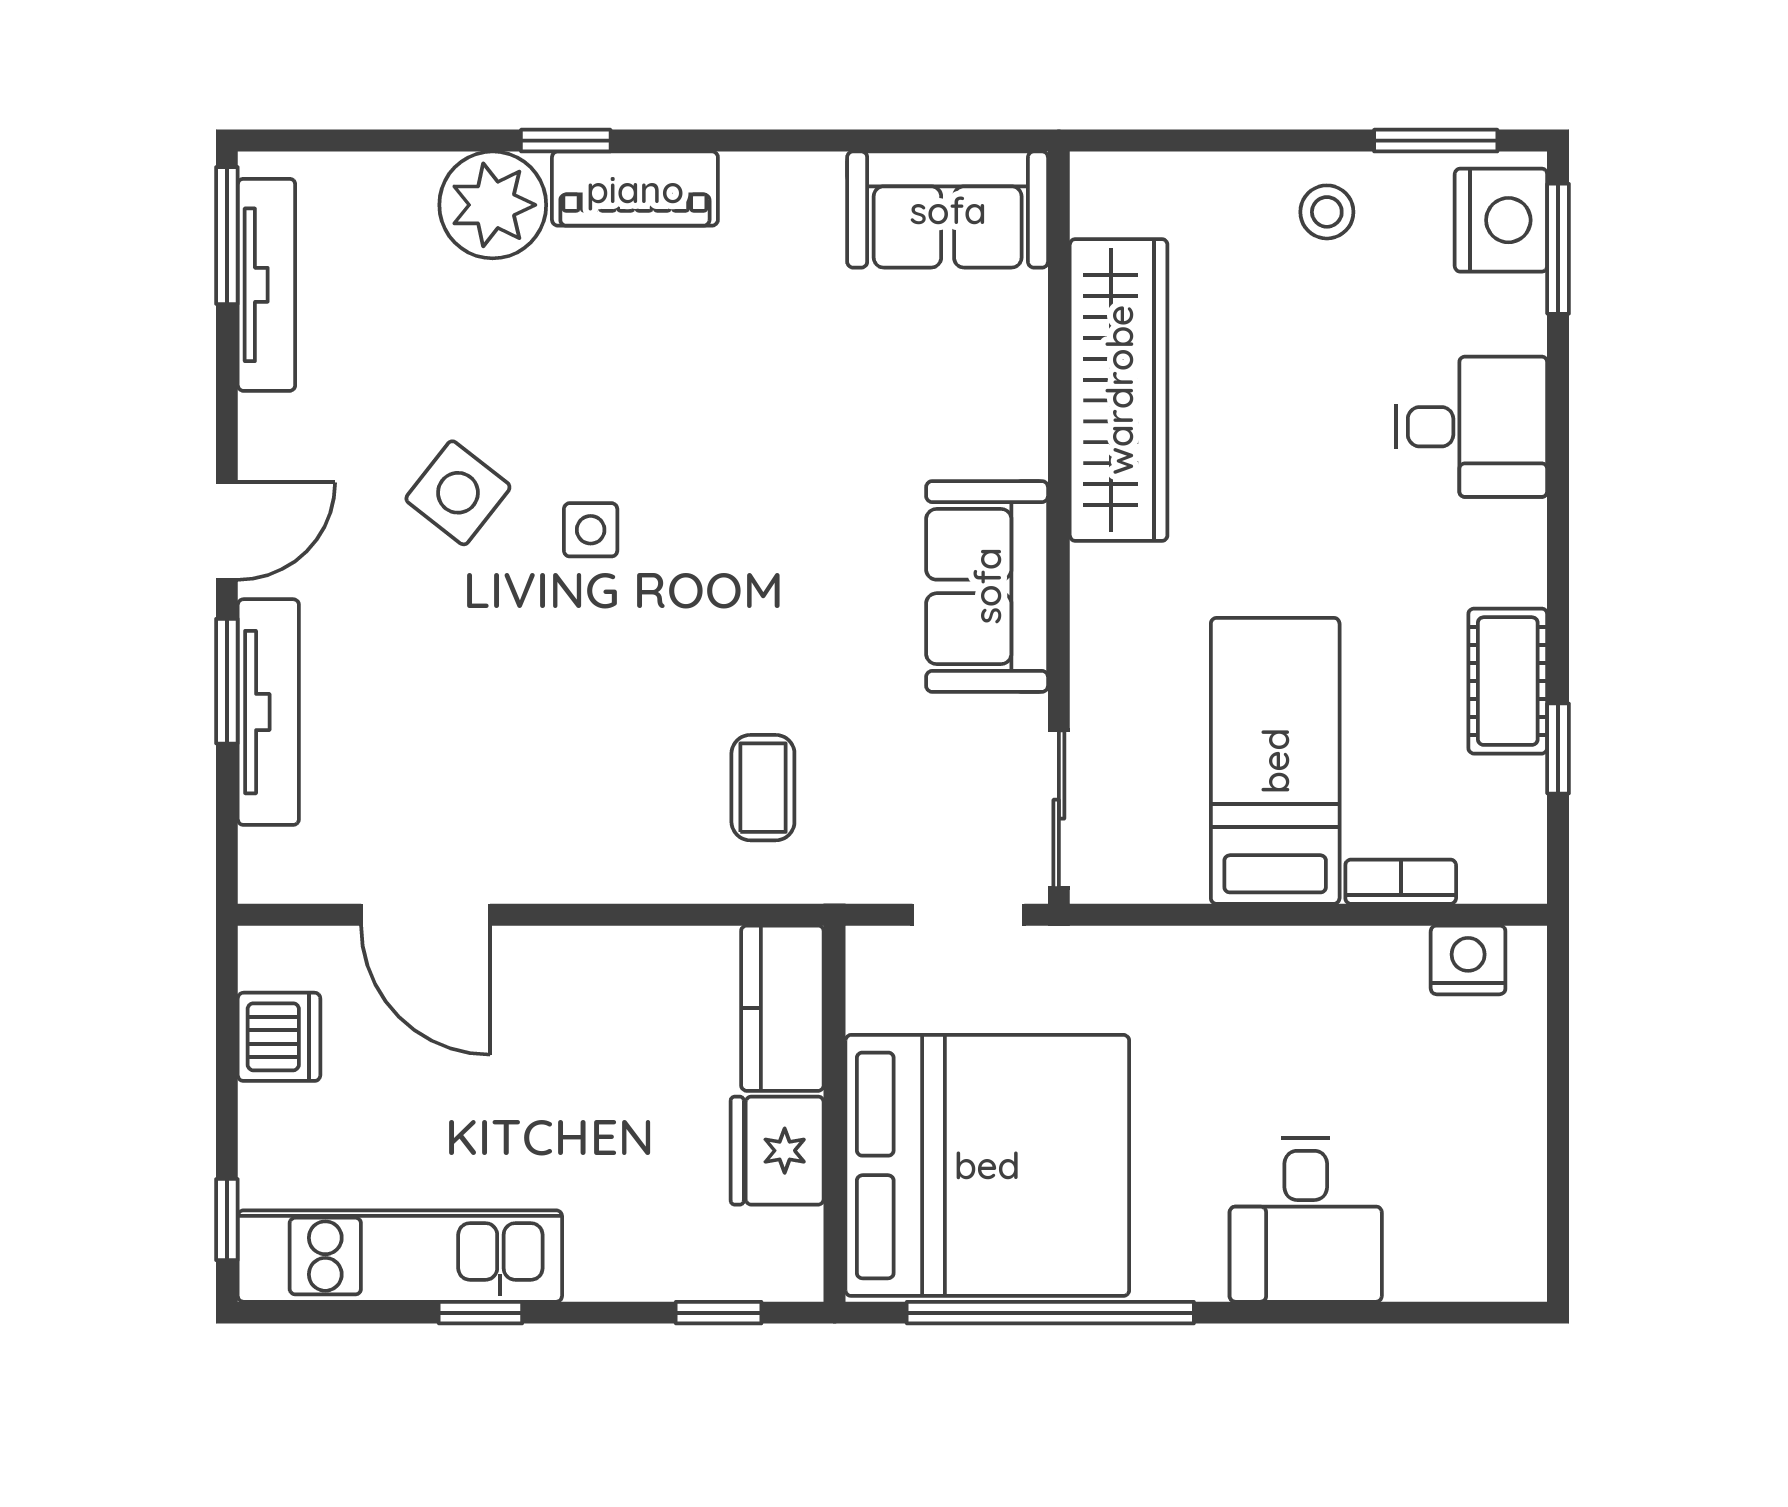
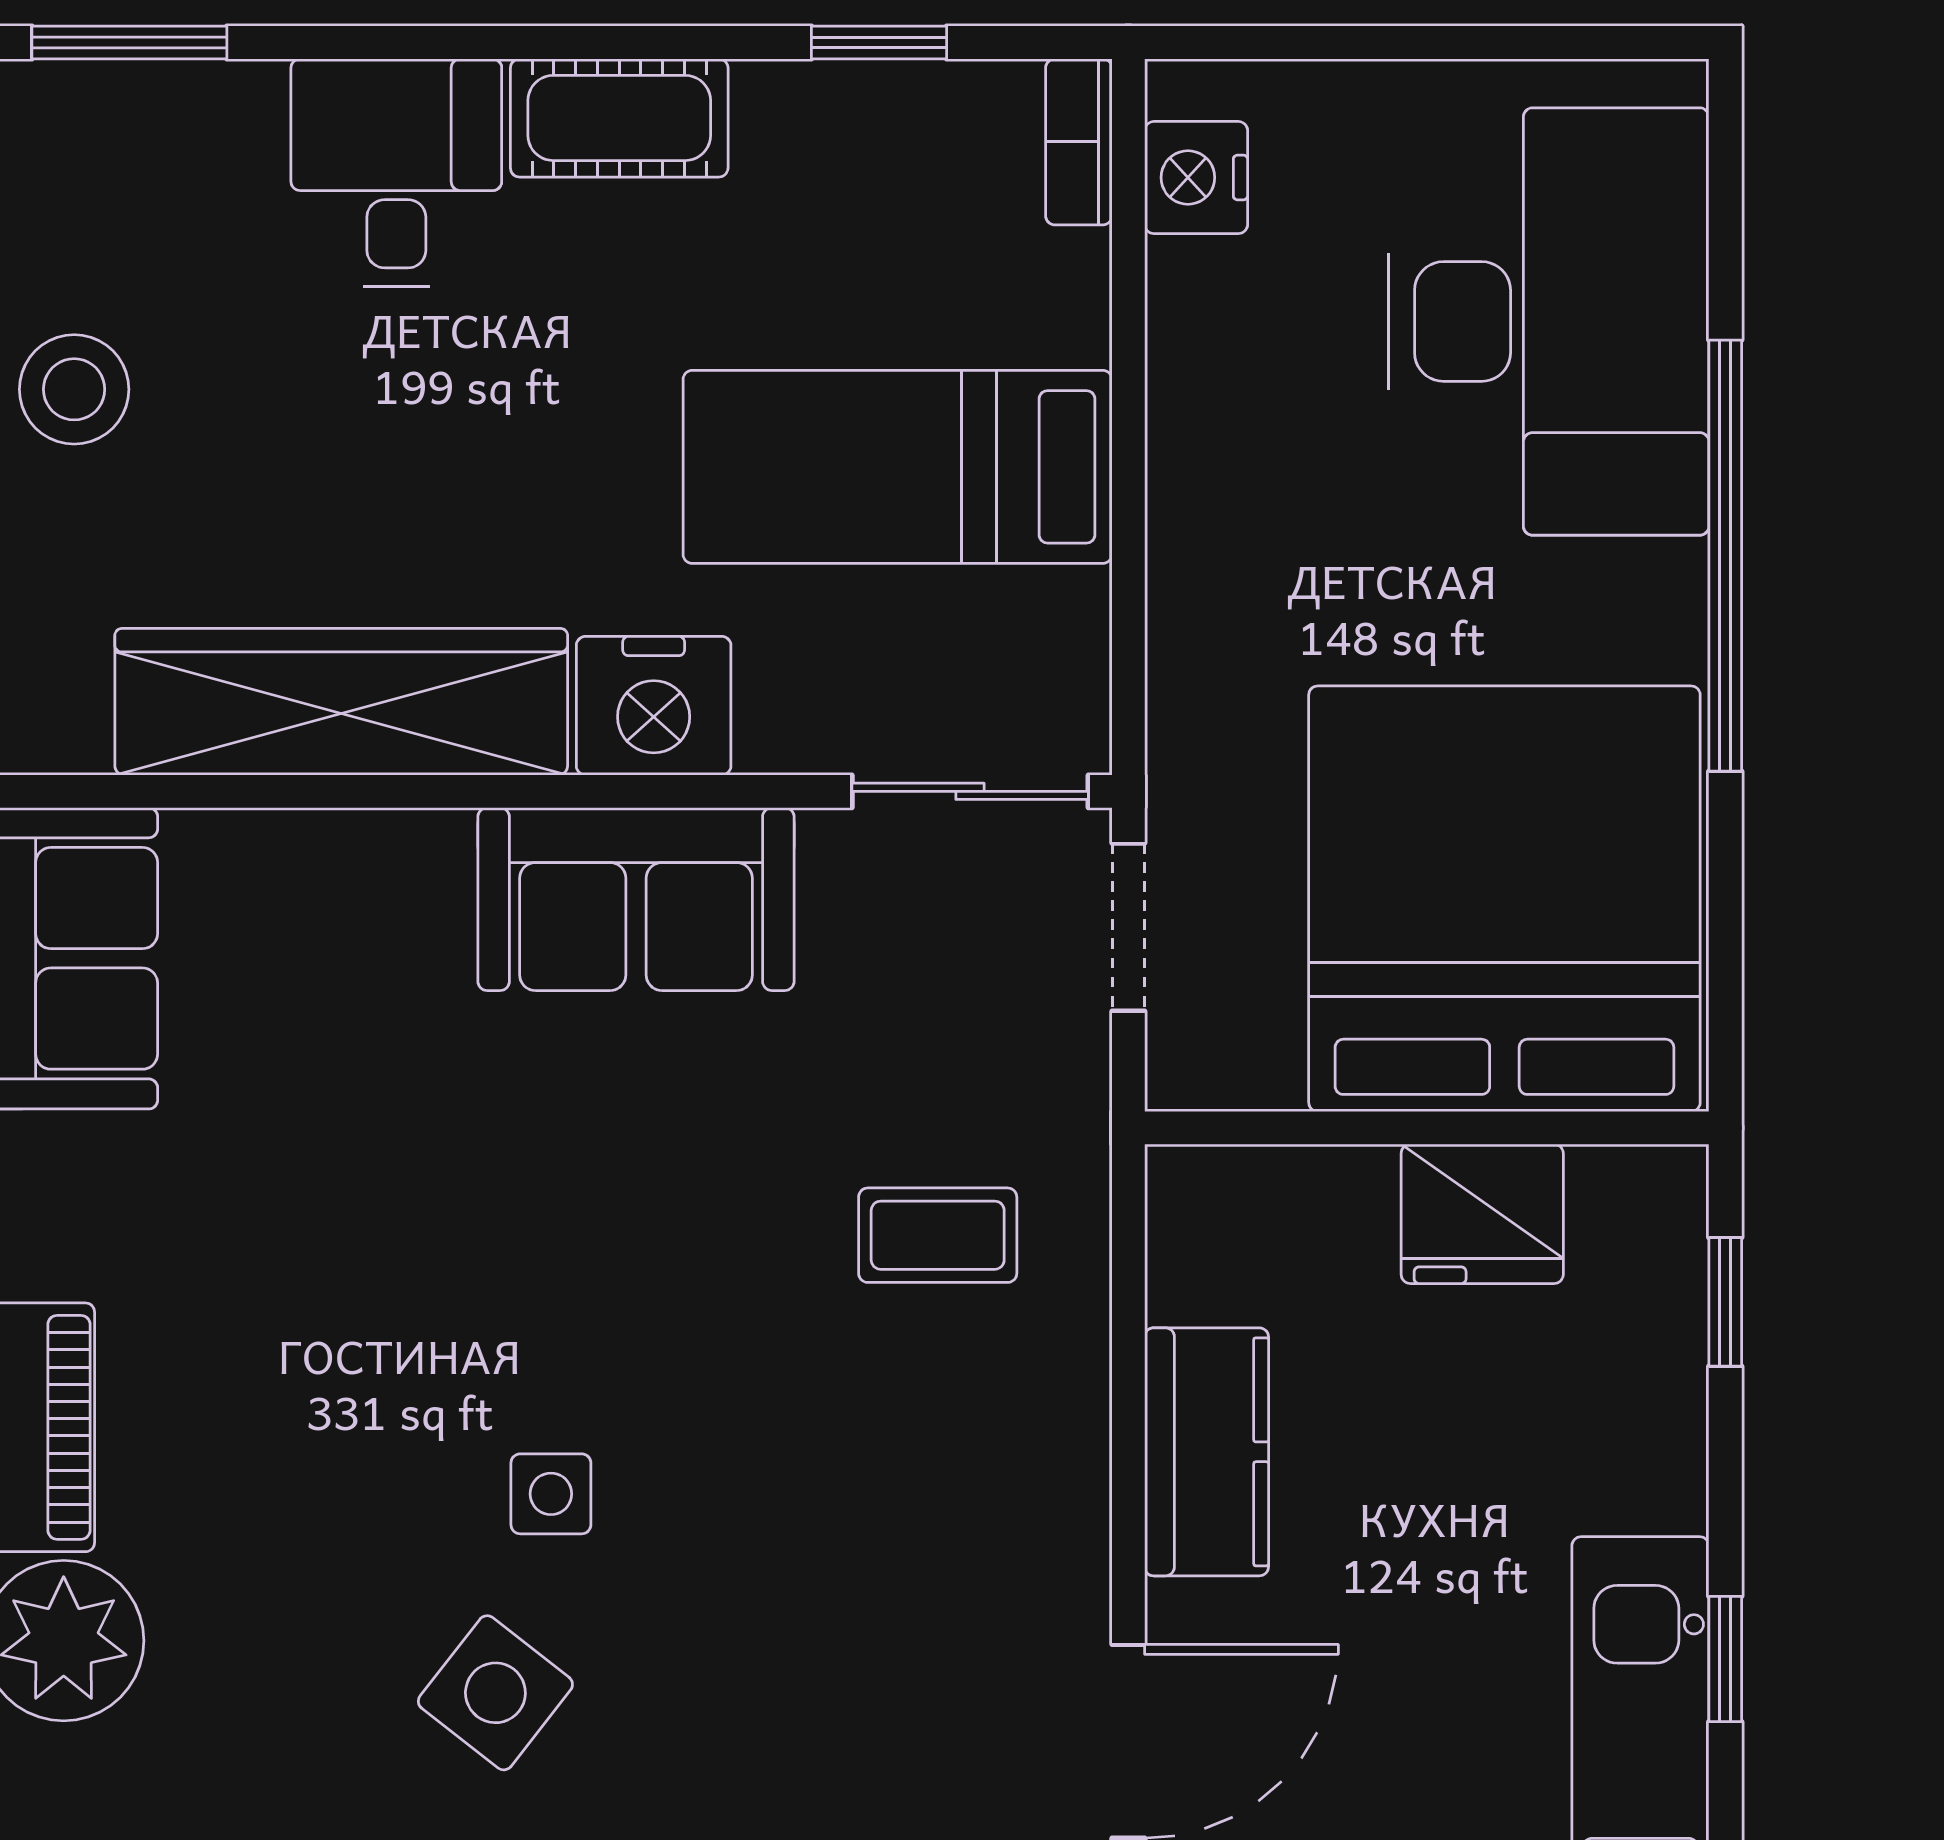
stool: (1327, 212) -> (74, 389), width x1.37, depth x1.37
nightstand: (1501, 220) -> (654, 706), moved, turned 180
cot: (1508, 681) -> (619, 118), moved
bookcase: (1401, 882) -> (1079, 142), moved
kitchen counter: (782, 1008) -> (1207, 1452), moved, turned -90
desk: (1306, 1220) -> (1549, 321), width x1.87, depth x1.30
window: (1050, 1313) -> (1725, 556), moved

